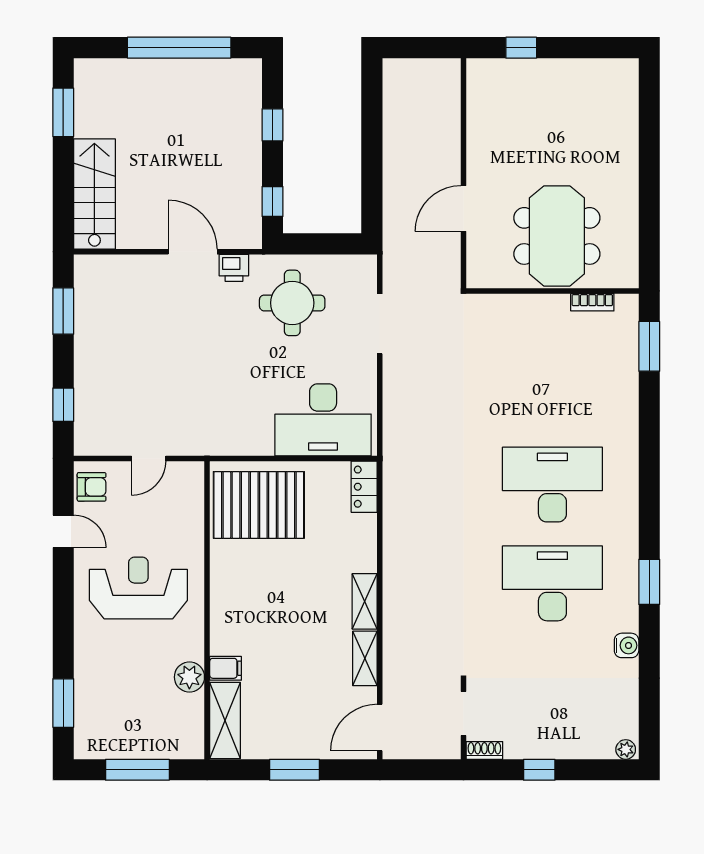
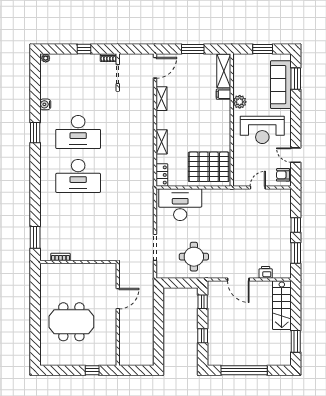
meeting table: (557, 236) -> (71, 322), moved, turned 90
printer: (234, 268) -> (266, 272), moved
window: (63, 405) -> (296, 225), moved
shelving: (365, 601) -> (162, 142), moved
plant: (189, 677) -> (240, 102), moved
sofa: (97, 690) -> (281, 85), added
window: (137, 770) -> (263, 49), width x0.69

